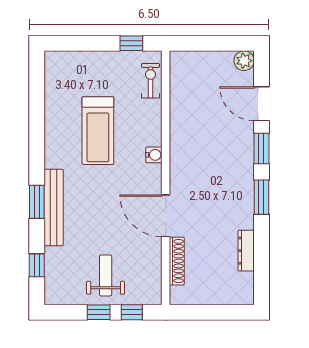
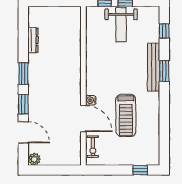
window: (131, 43) -> (140, 170), moved
treadmill: (98, 131) -> (126, 115), turned 180
door: (166, 216) -> (83, 119), moved
shoe rack: (177, 261) -> (76, 34), removed
weight bench: (106, 275) -> (121, 25), width x1.36, depth x1.33

